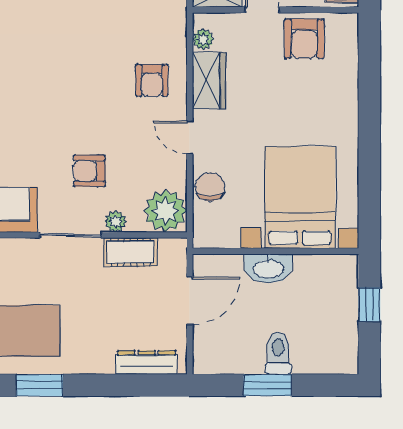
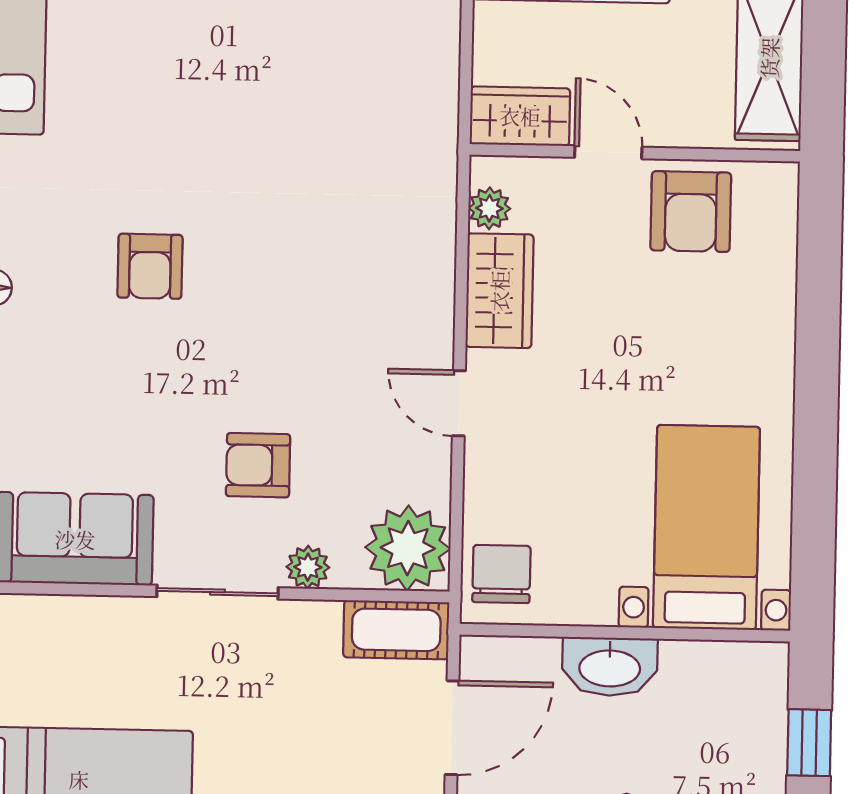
armchair: (152, 80) -> (150, 266), moved
chair: (210, 187) -> (501, 574), moved
bed with nightstands: (300, 197) -> (706, 527), width x0.73
cot: (131, 252) -> (396, 630), moved

